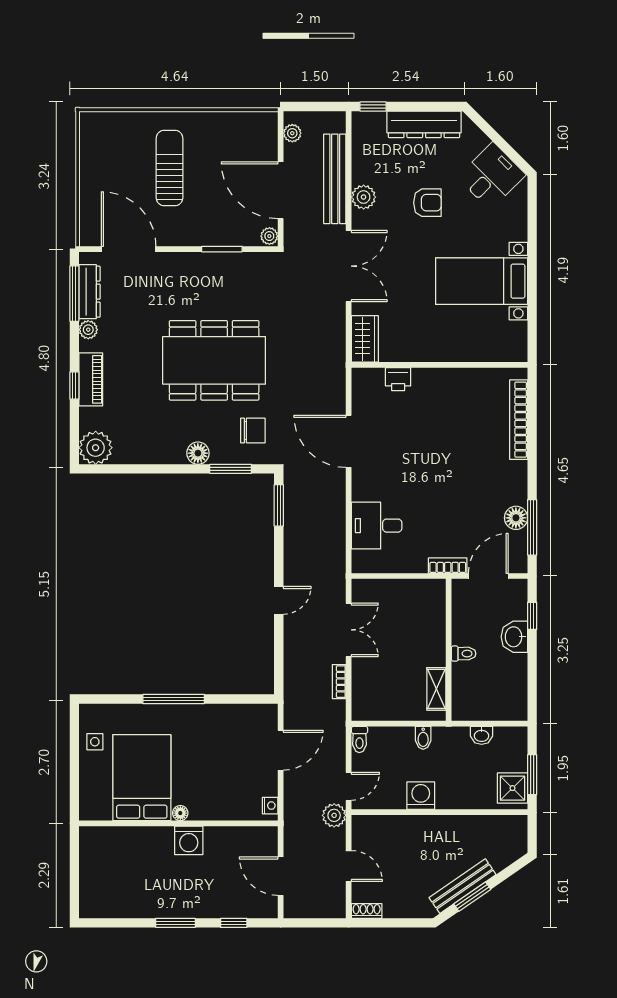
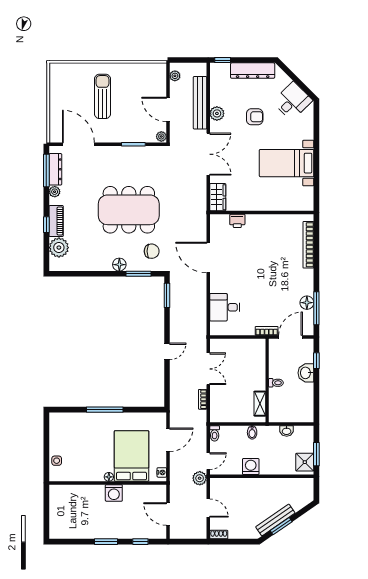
door: (281, 190) -> (168, 109), width x0.73
plant: (96, 448) -> (59, 248), moved
side table: (95, 742) -> (57, 461), moved
bed: (142, 778) -> (132, 456), moved

